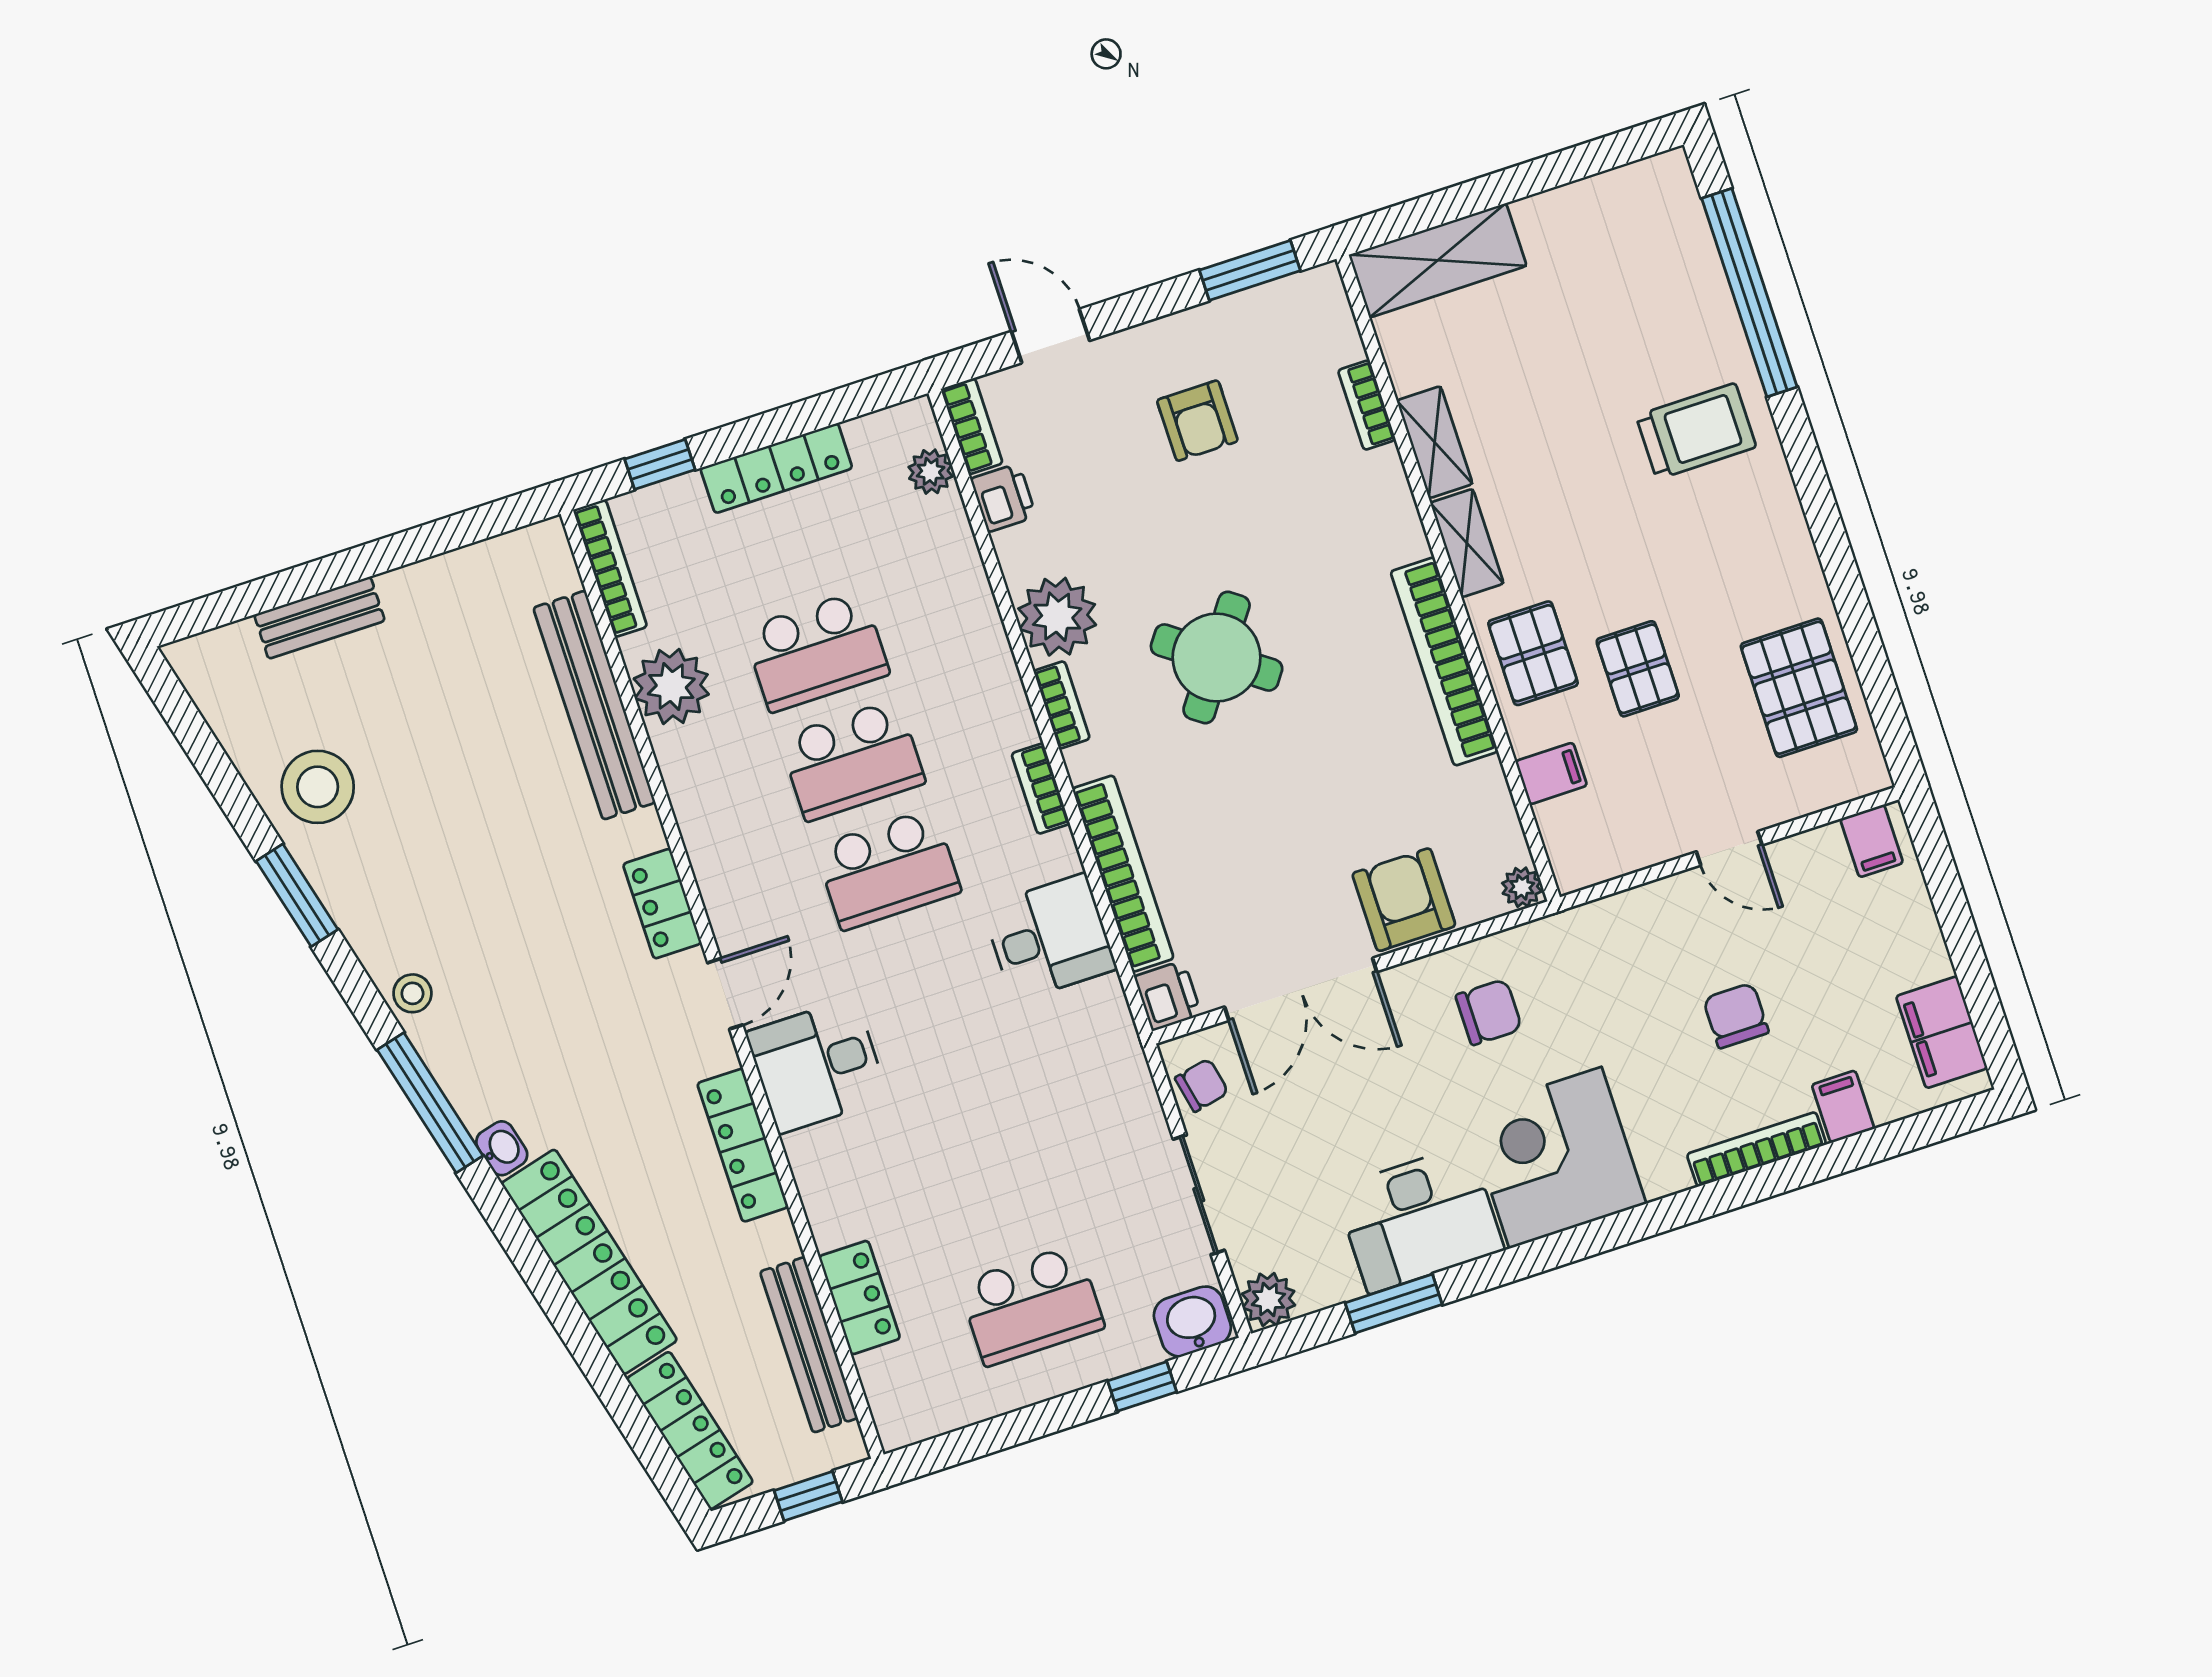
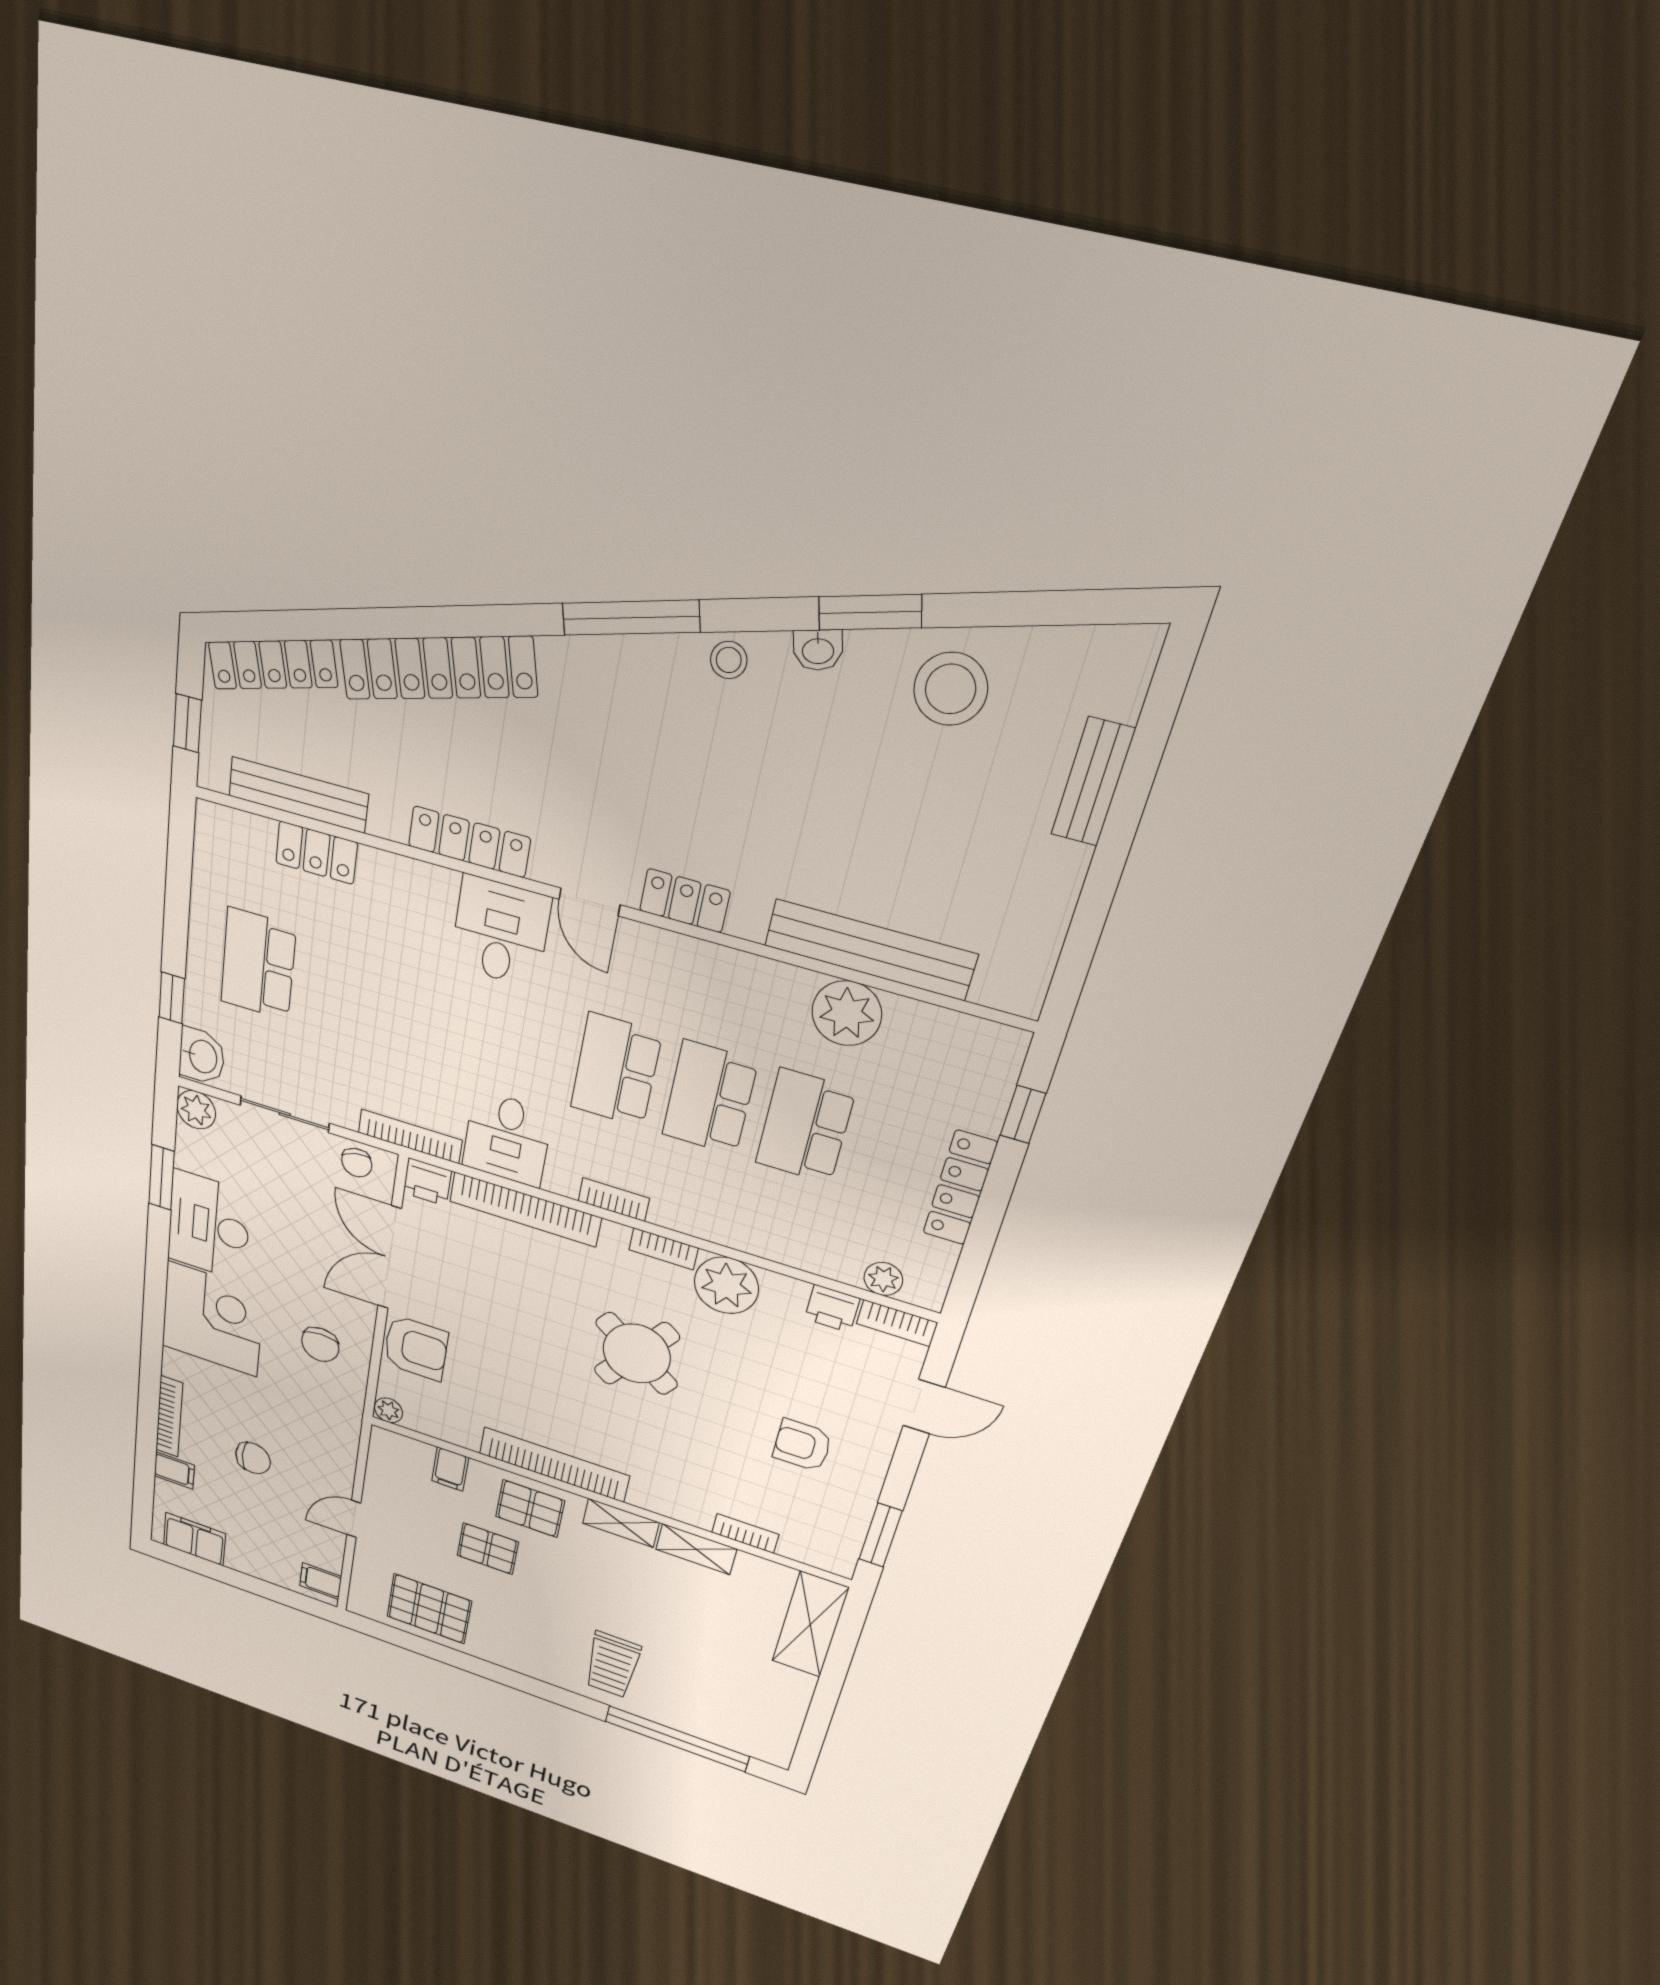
bookcase: (610, 568) -> (410, 1136), moved, turned 180
washbasin: (502, 1148) -> (818, 650), moved

